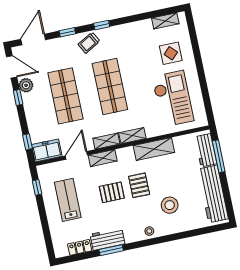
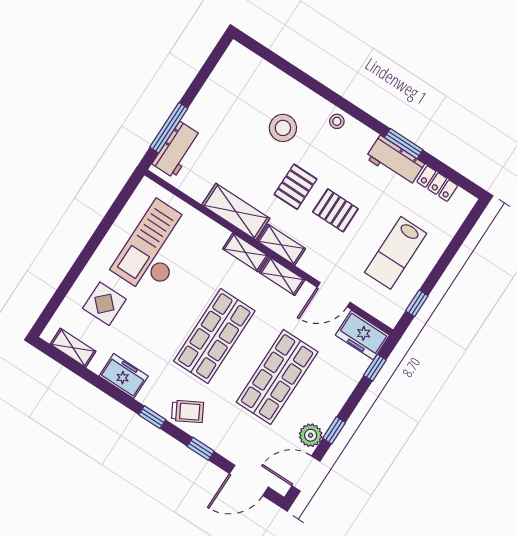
freezer: (132, 31) -> (124, 376), added
door: (12, 67) -> (306, 473), hinge flipped
shelving: (103, 158) -> (281, 245), moved
workbench: (213, 194) -> (219, 90), removed

